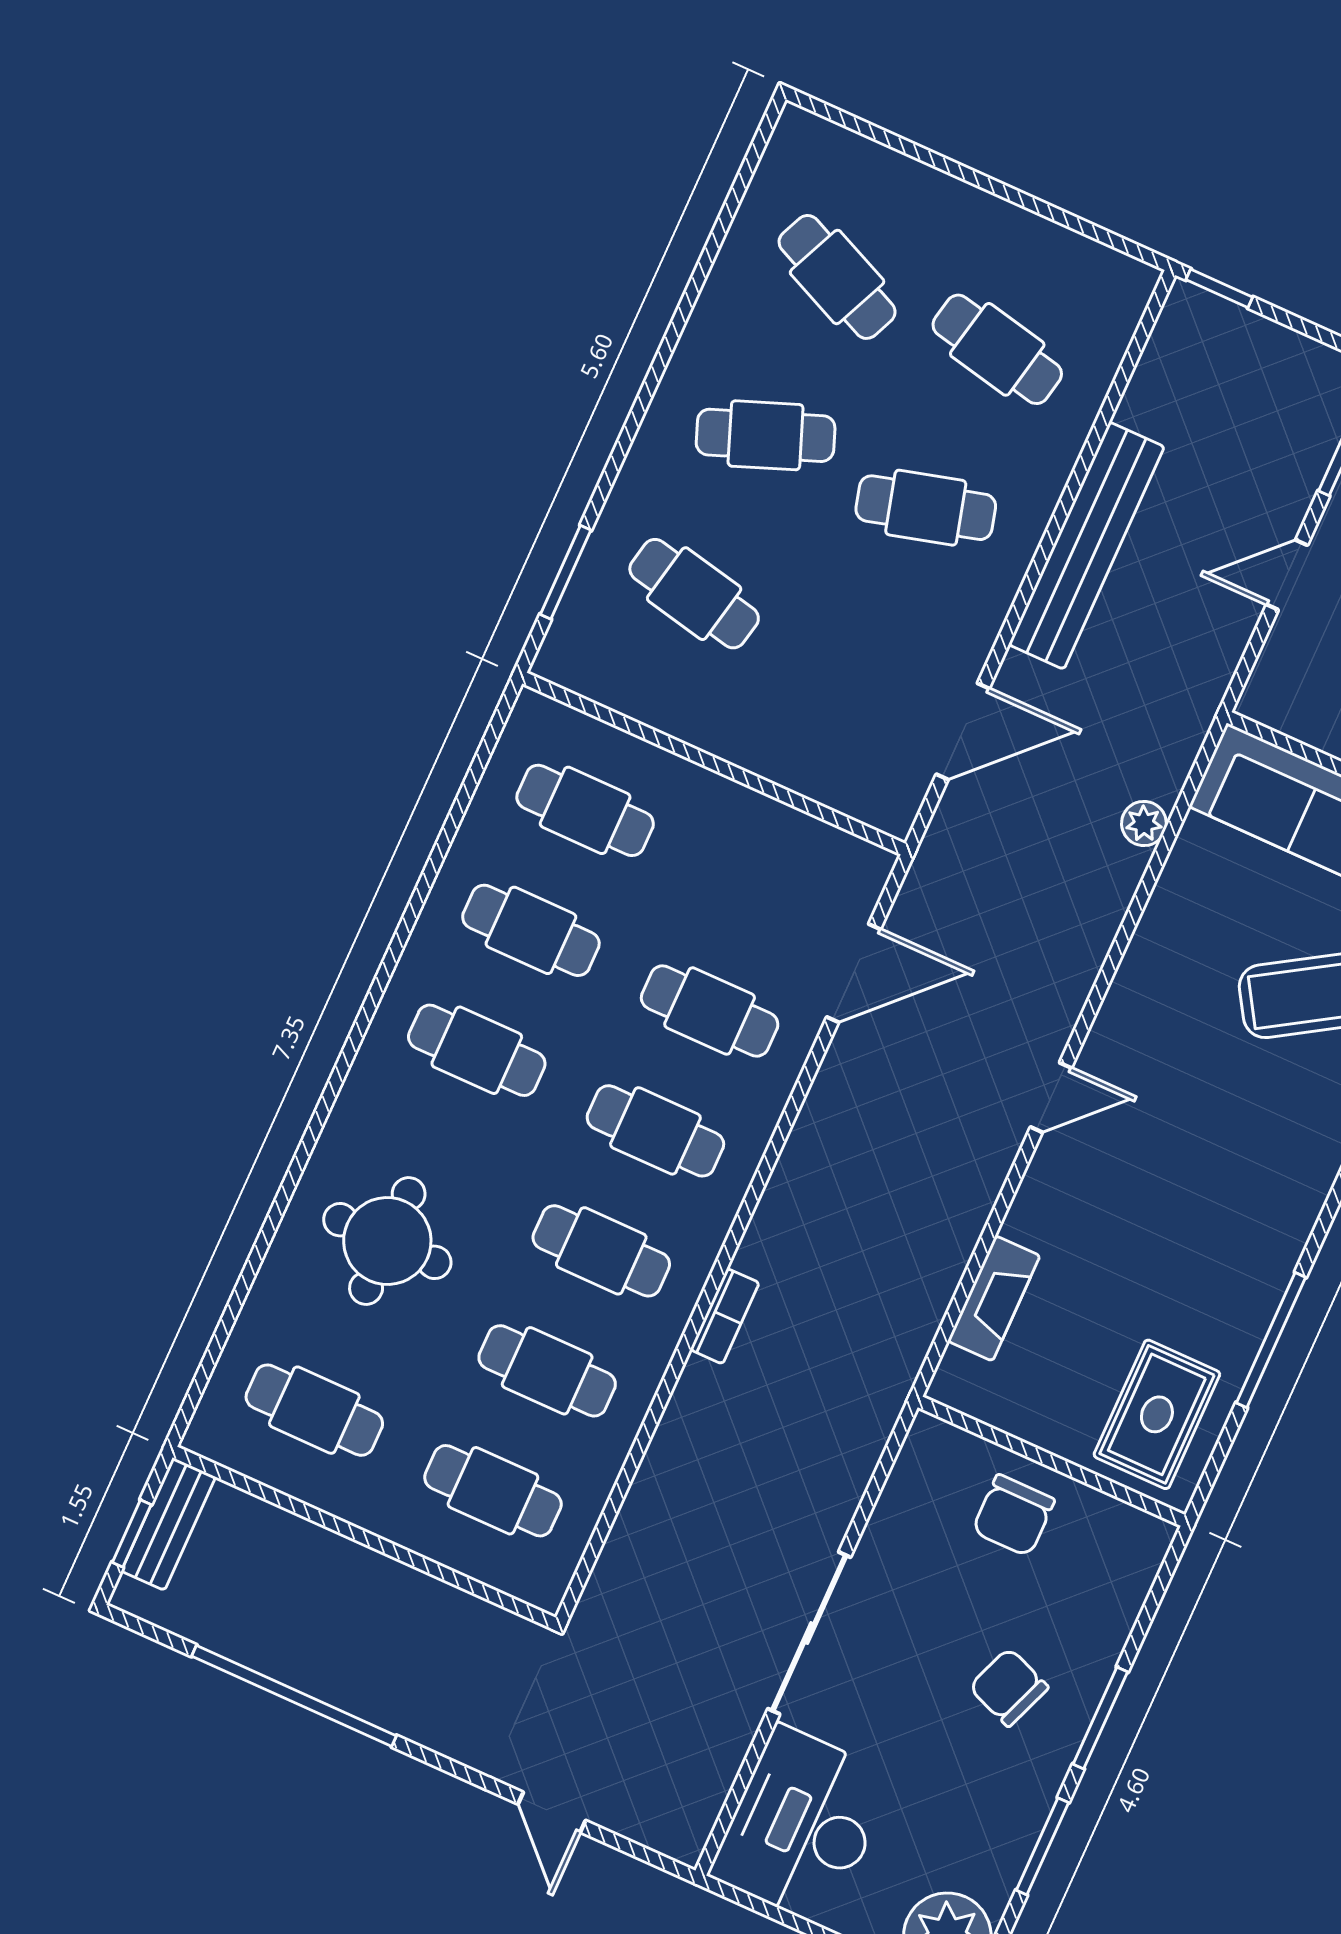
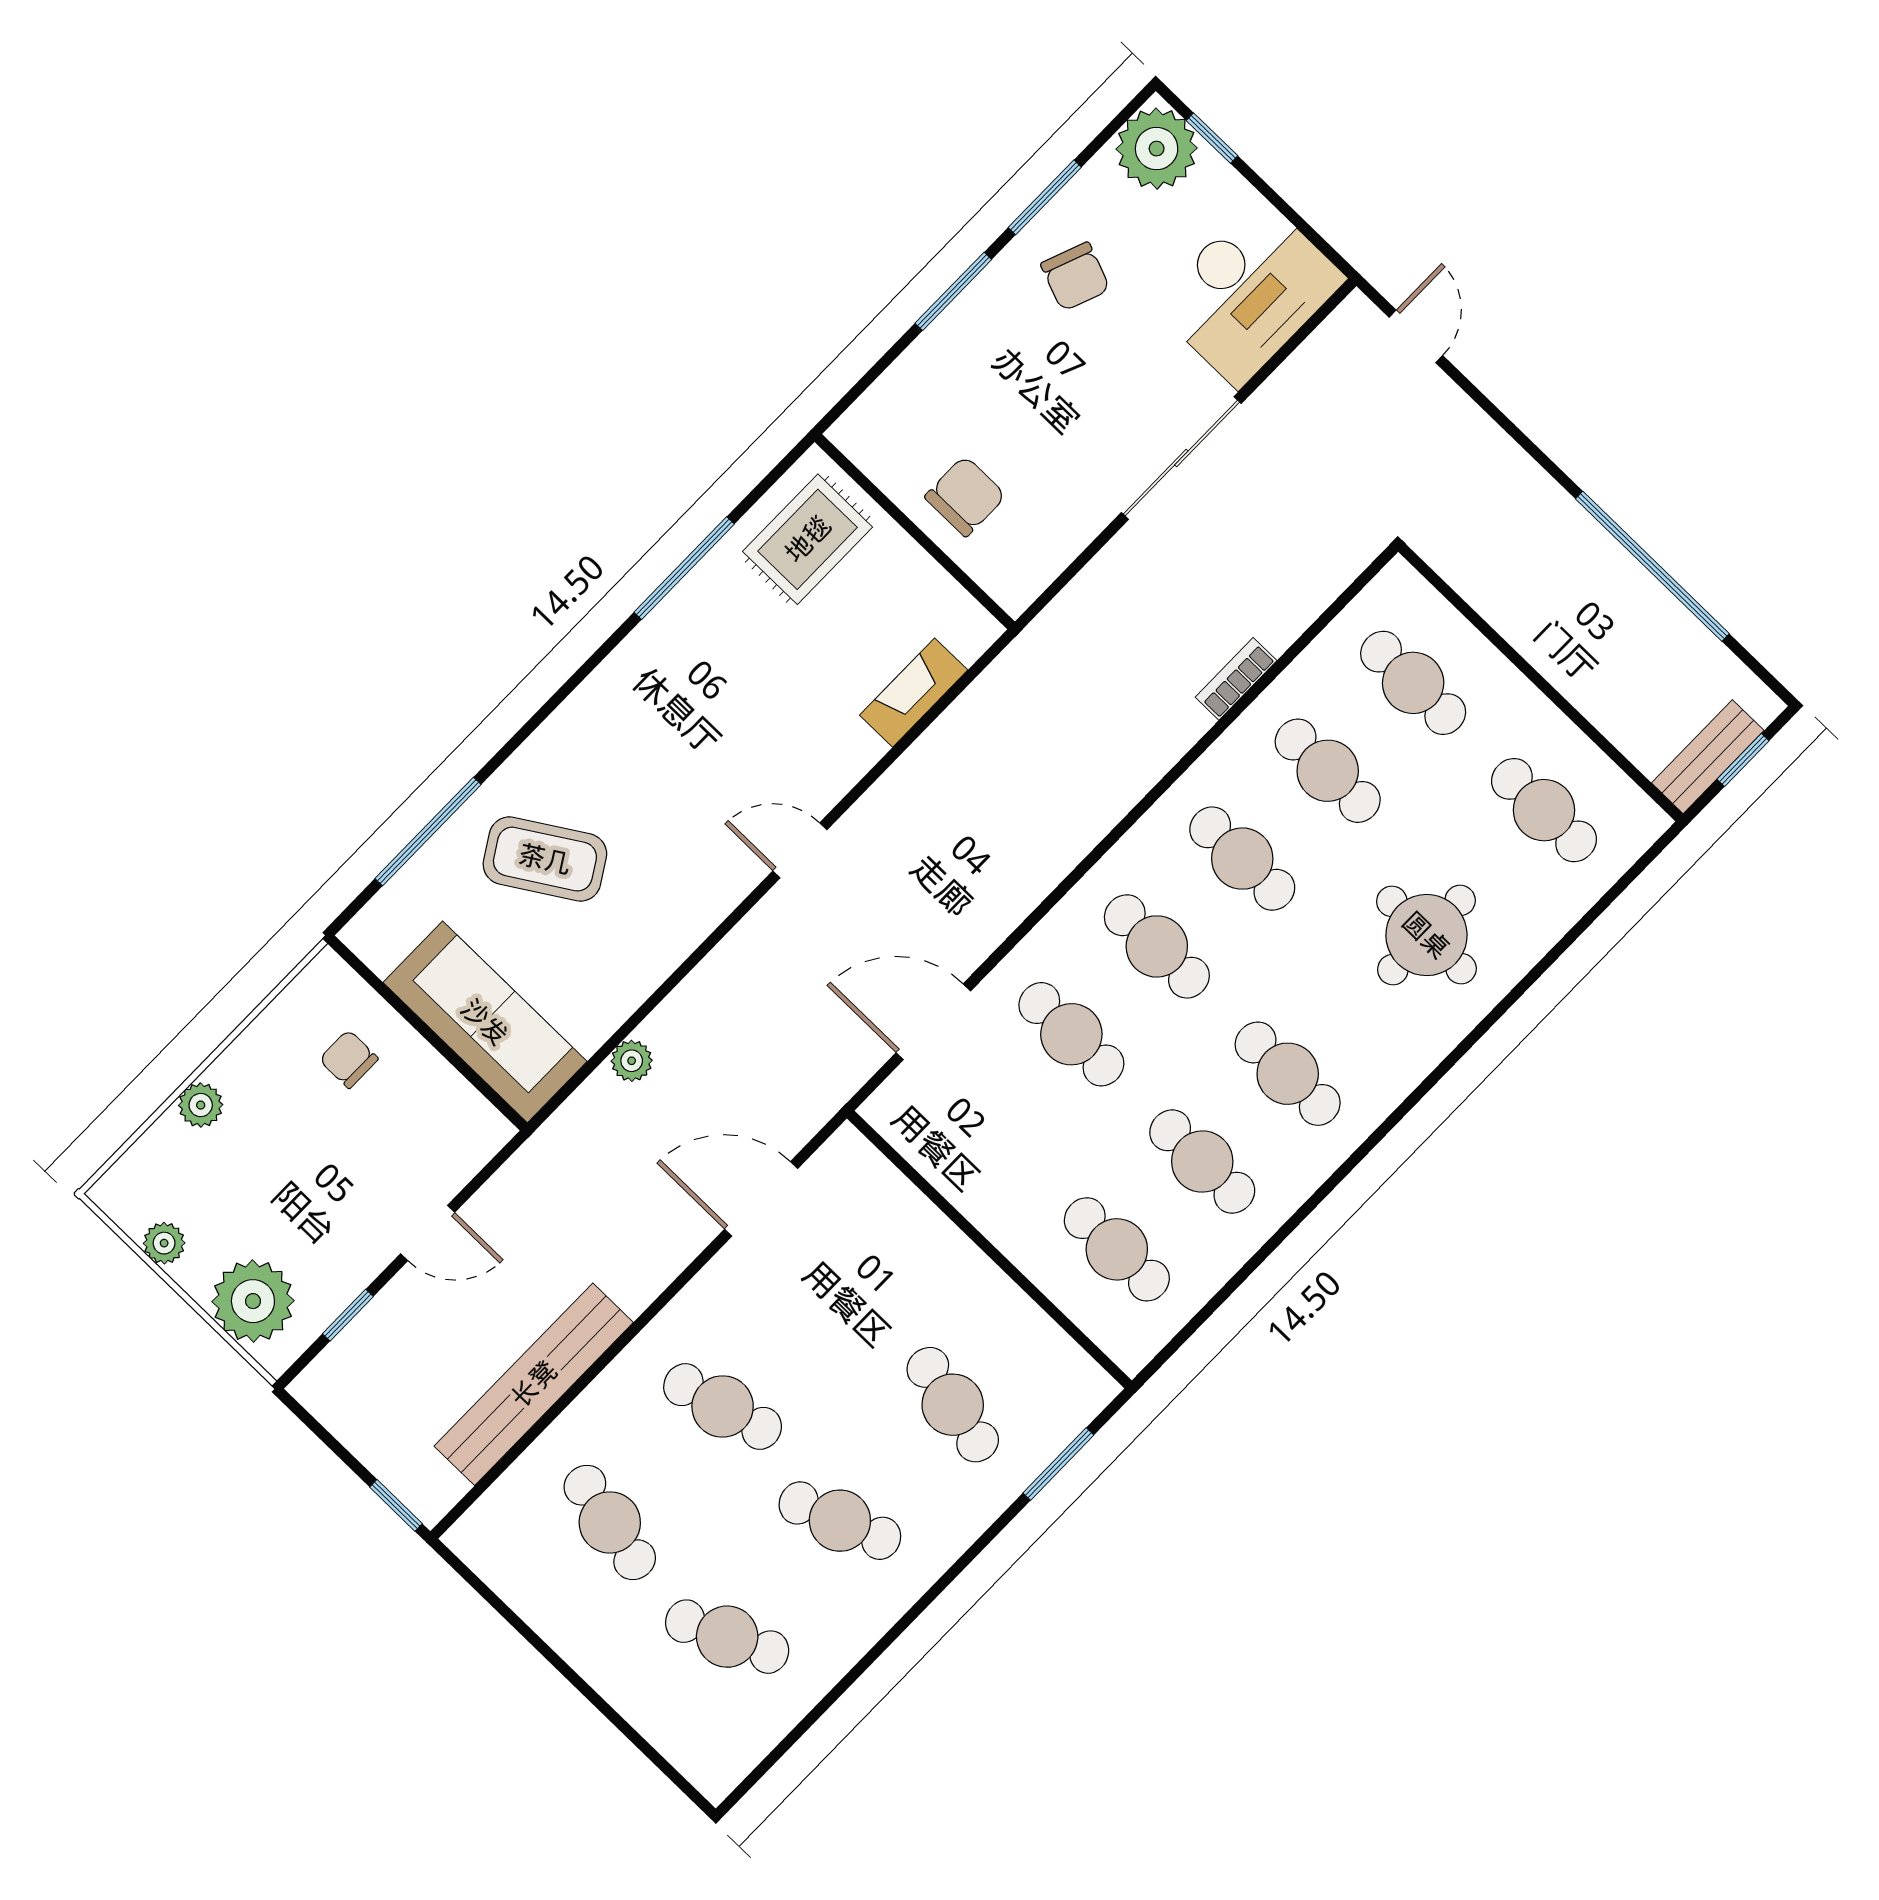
cafe table: (837, 277) -> (727, 1637), turned -48
bench: (1086, 546) -> (534, 1384), moved
bookcase: (725, 1316) -> (1236, 679), moved
chair: (1009, 1687) -> (1075, 277), moved
door: (552, 1812) -> (1416, 336), moved

